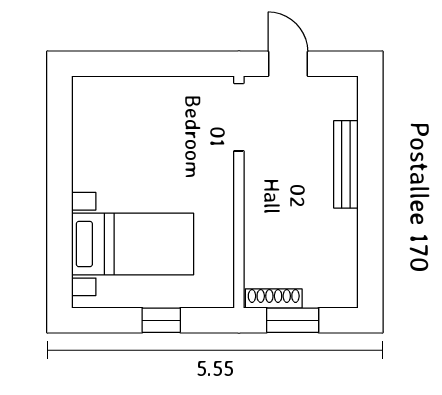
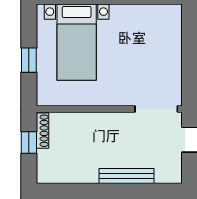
window: (293, 320) -> (29, 143), width x0.67

